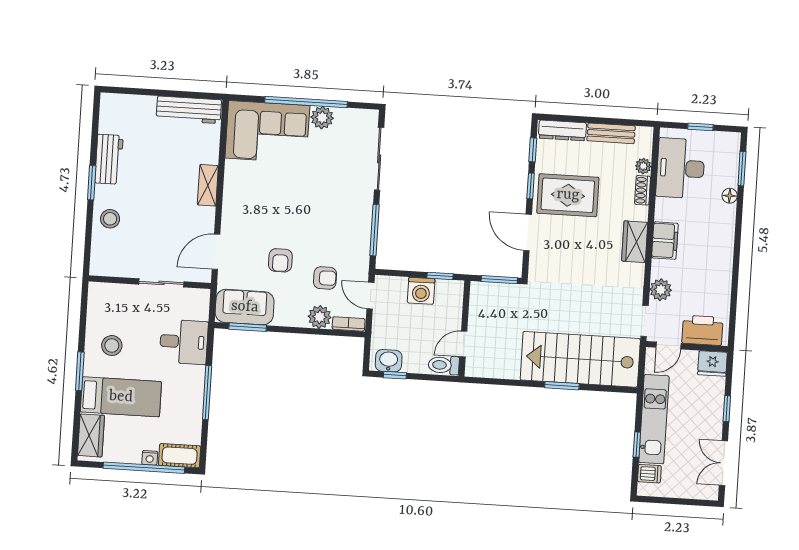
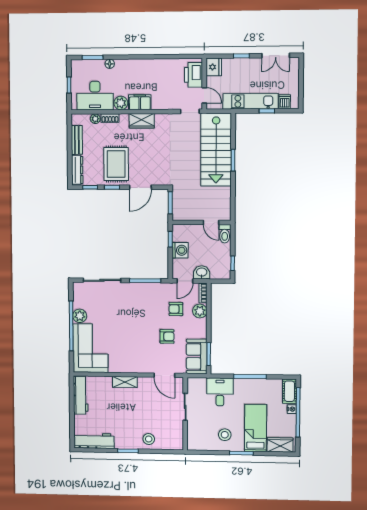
workbench: (109, 159) -> (94, 441), moved, width x1.38
armchair: (325, 278) -> (176, 309), turned -90
plant: (661, 290) -> (121, 103), moved
washbasin: (389, 361) -> (202, 272), moved, turned 90

